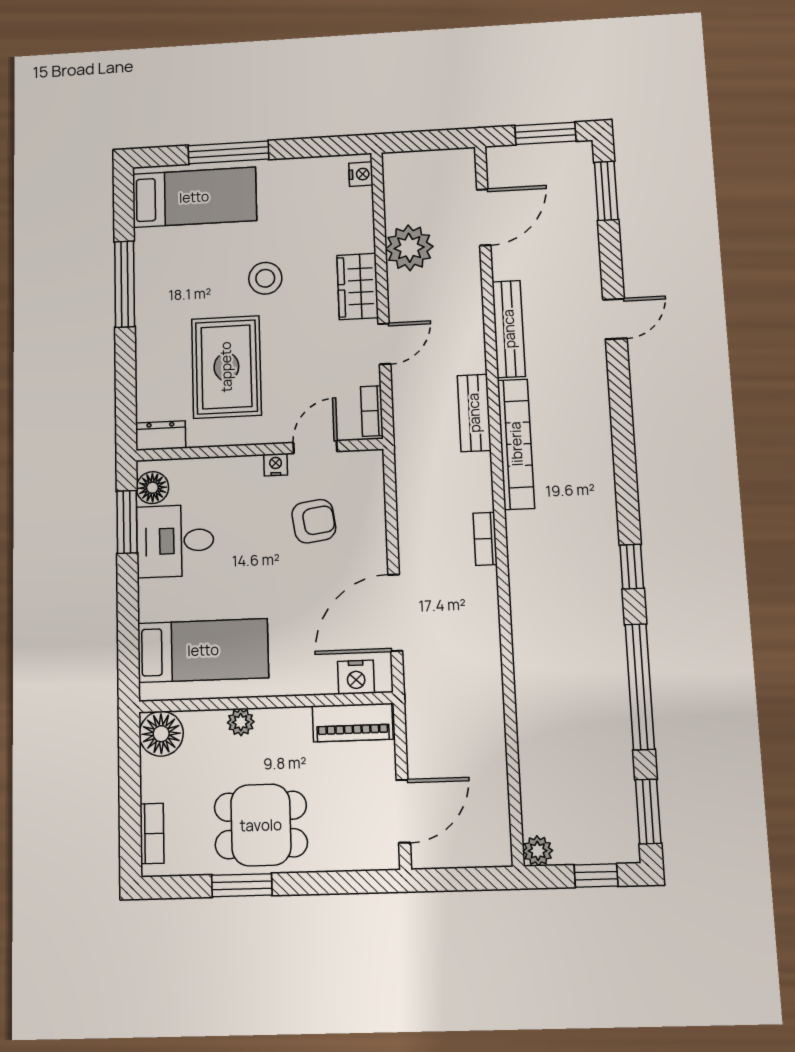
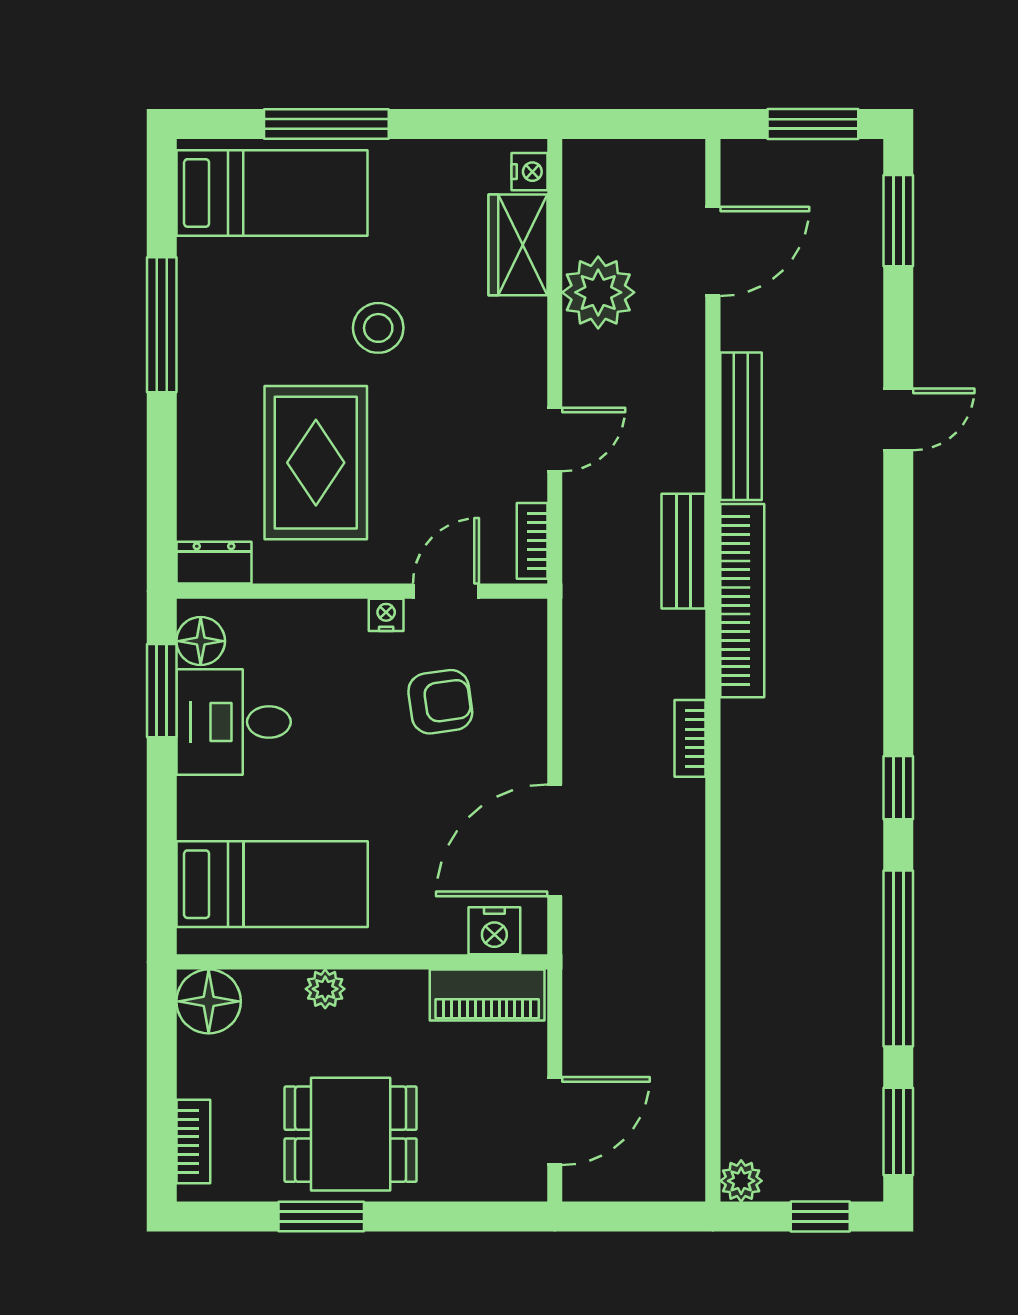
wardrobe: (358, 286) -> (518, 245), moved

